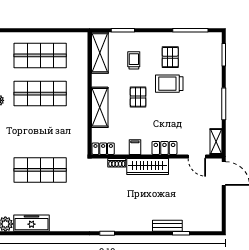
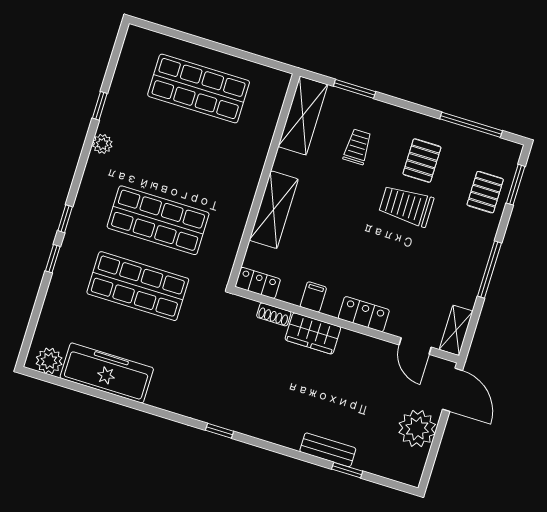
shop shelf: (40, 94) -> (158, 220), moved
pallet: (138, 97) -> (485, 192), moved
wardrobe: (148, 166) -> (313, 333), width x0.67
plant: (211, 200) -> (417, 429), added
freezer: (32, 223) -> (107, 373), width x1.36, depth x1.26

